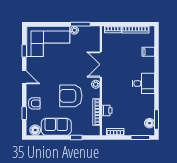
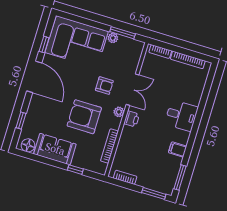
filing cabinet: (148, 52) -> (178, 149), moved
double door: (101, 64) -> (133, 90), swing flipped
door: (24, 77) -> (34, 77), width x1.88
desk: (143, 83) -> (181, 116), moved
armchair: (34, 103) -> (104, 86), moved
printer: (107, 111) -> (132, 119), moved
floor lamp: (149, 123) -> (170, 179), removed

